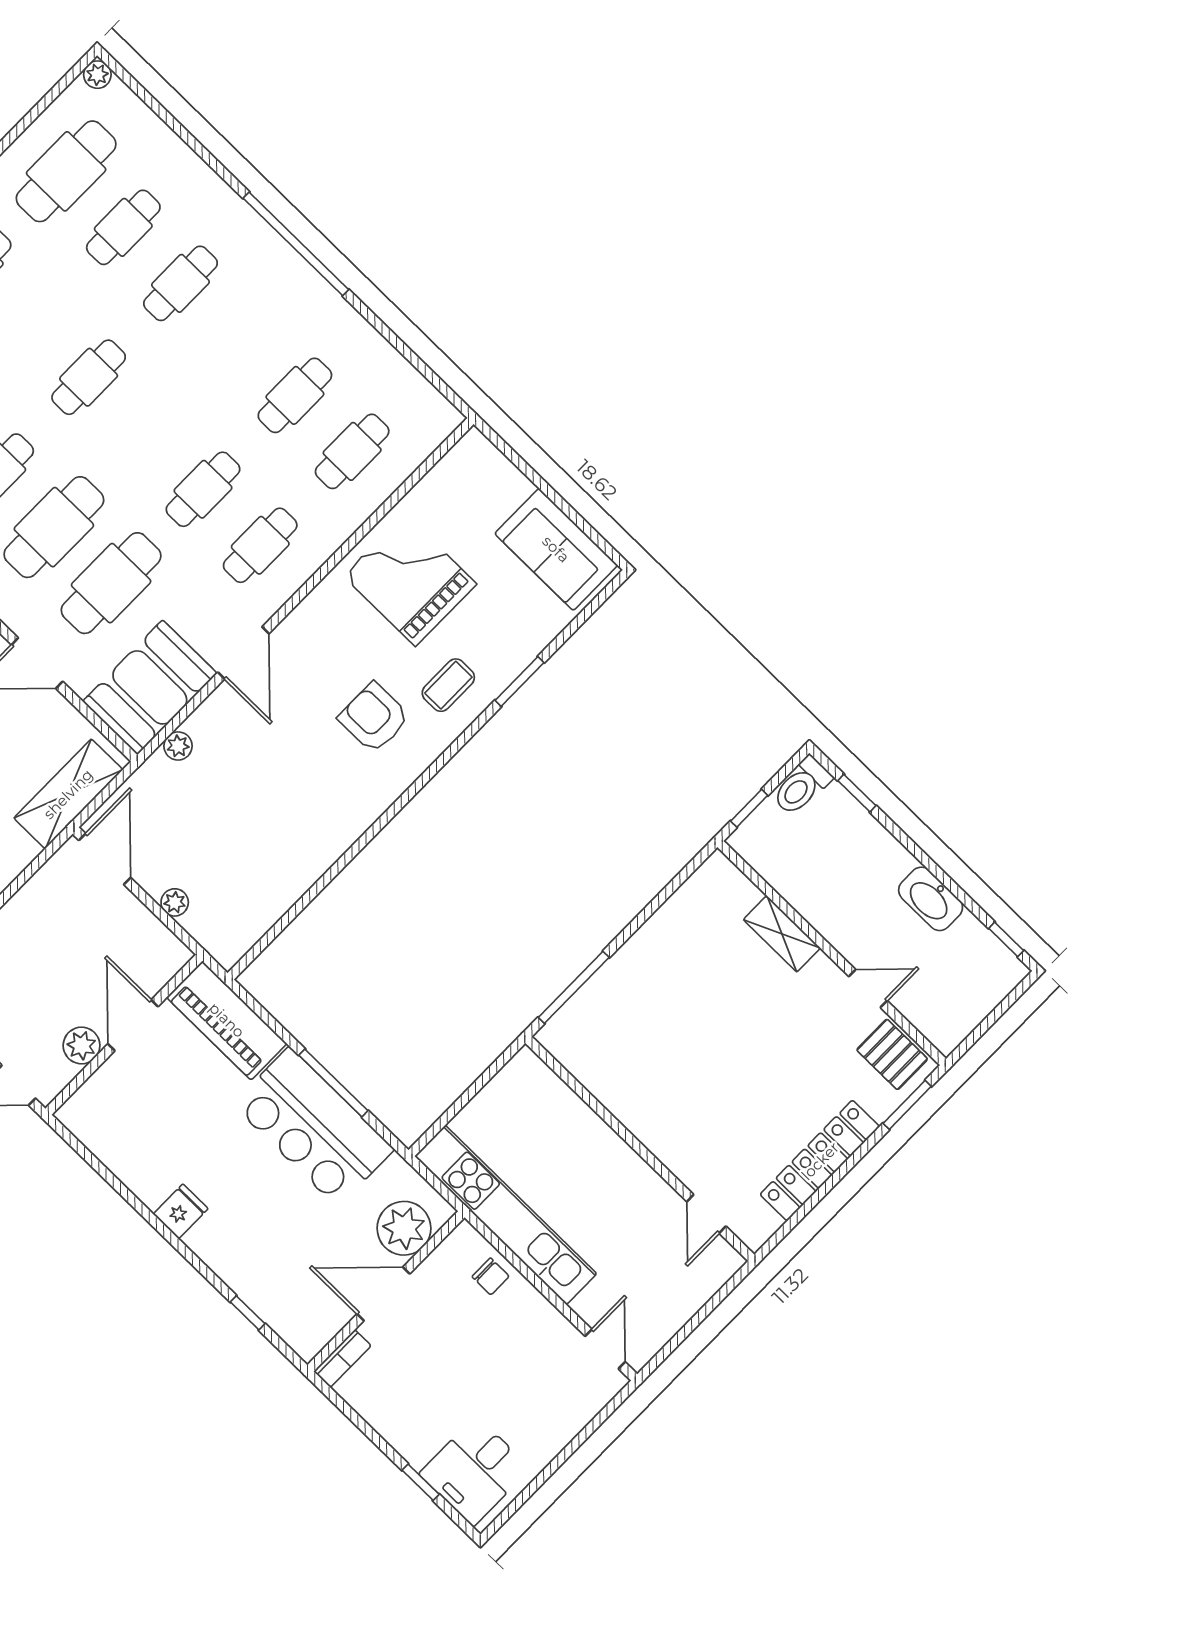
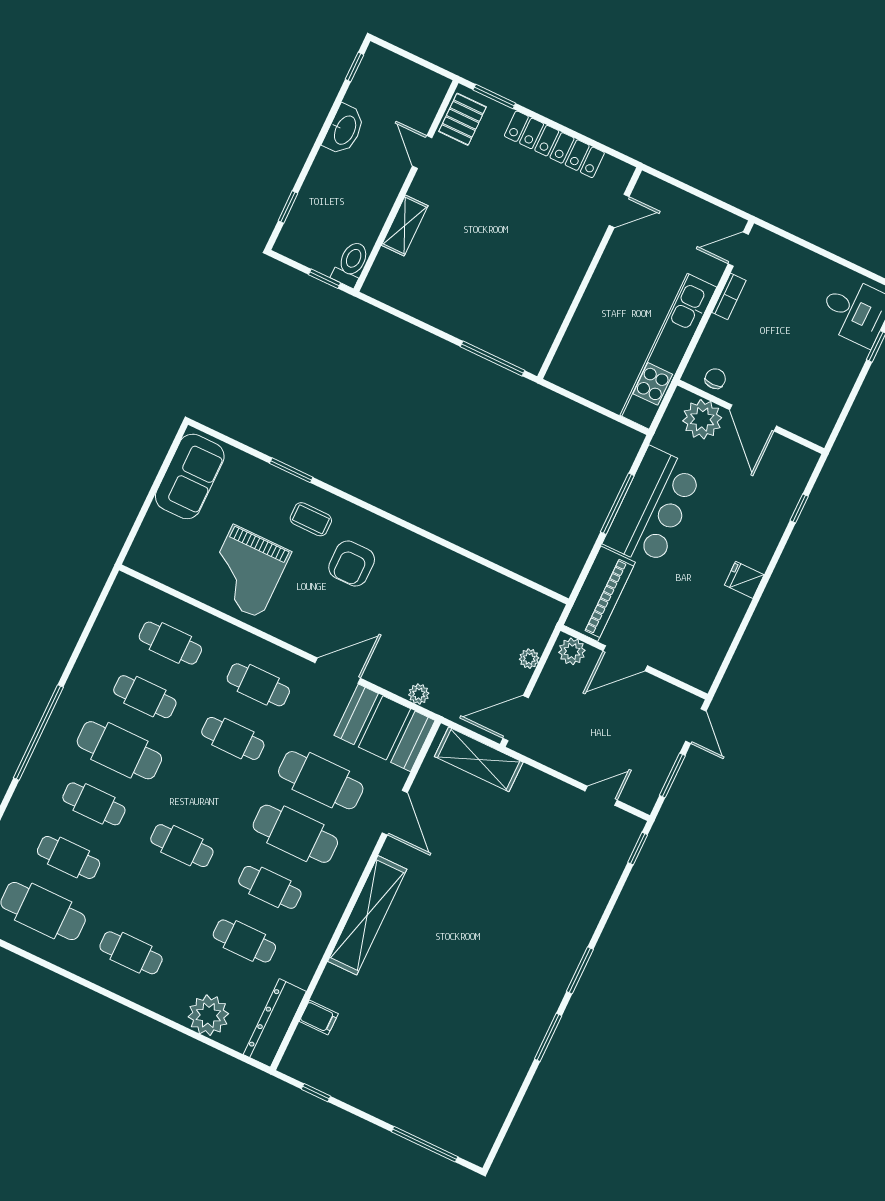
cafe table: (238, 339) -> (119, 750), added
toilet: (802, 786) -> (351, 264), moved, turned -90
plant: (82, 1046) -> (572, 651), moved
chair: (491, 1276) -> (715, 379), moved
bookcase: (342, 1359) -> (729, 296), moved, turned 90

